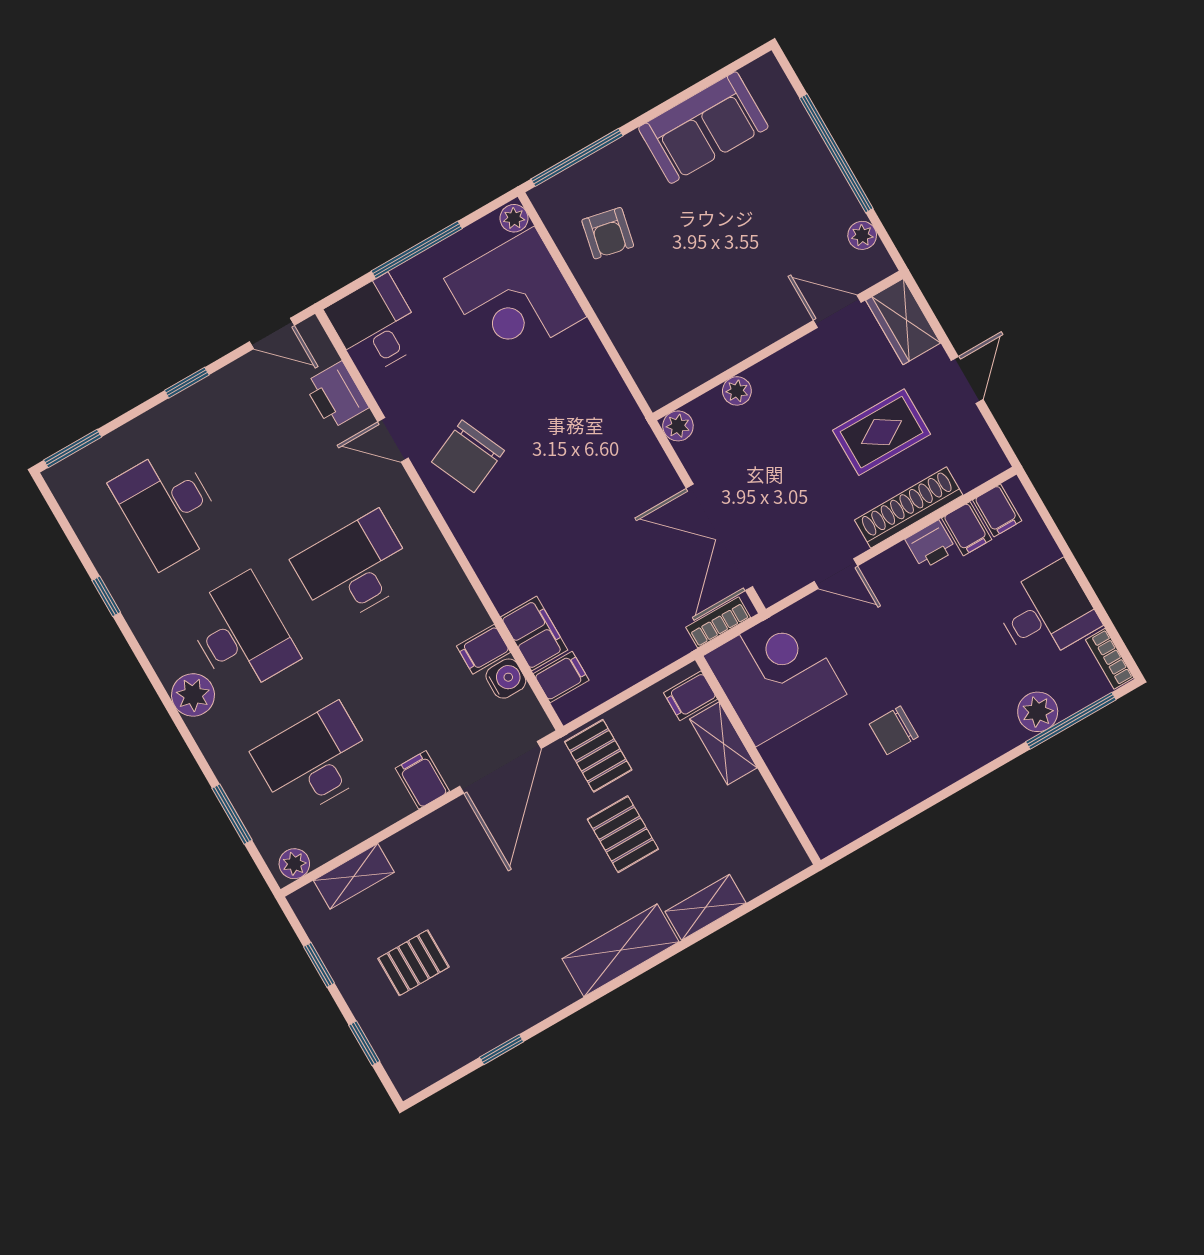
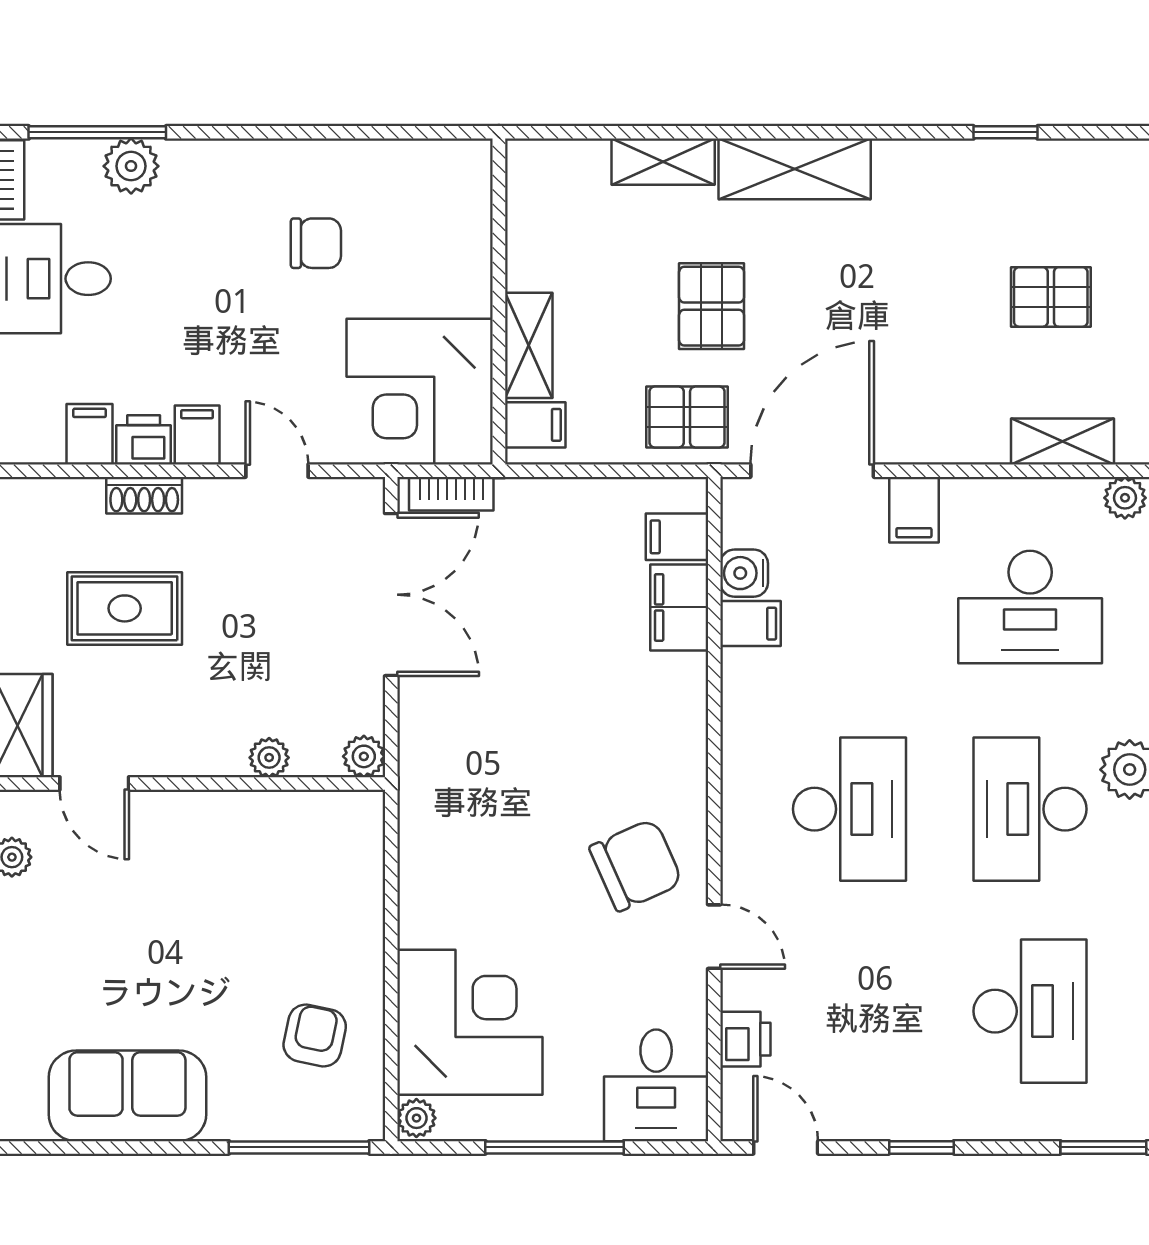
printer: (336, 395) -> (745, 1039), width x0.73, depth x0.81
shoe rack: (909, 507) -> (144, 495), width x0.51, depth x0.81
filing cabinet: (997, 510) -> (197, 435), moved
desk: (354, 569) -> (849, 809), turned -90
pallet: (598, 756) -> (687, 417), turned 90

